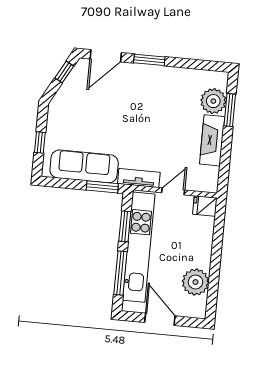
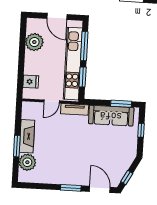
door: (106, 56) -> (100, 189), hinge flipped
window: (230, 110) -> (17, 146), moved
window: (102, 187) -> (121, 104), moved
fridge: (205, 206) -> (31, 82), moved

